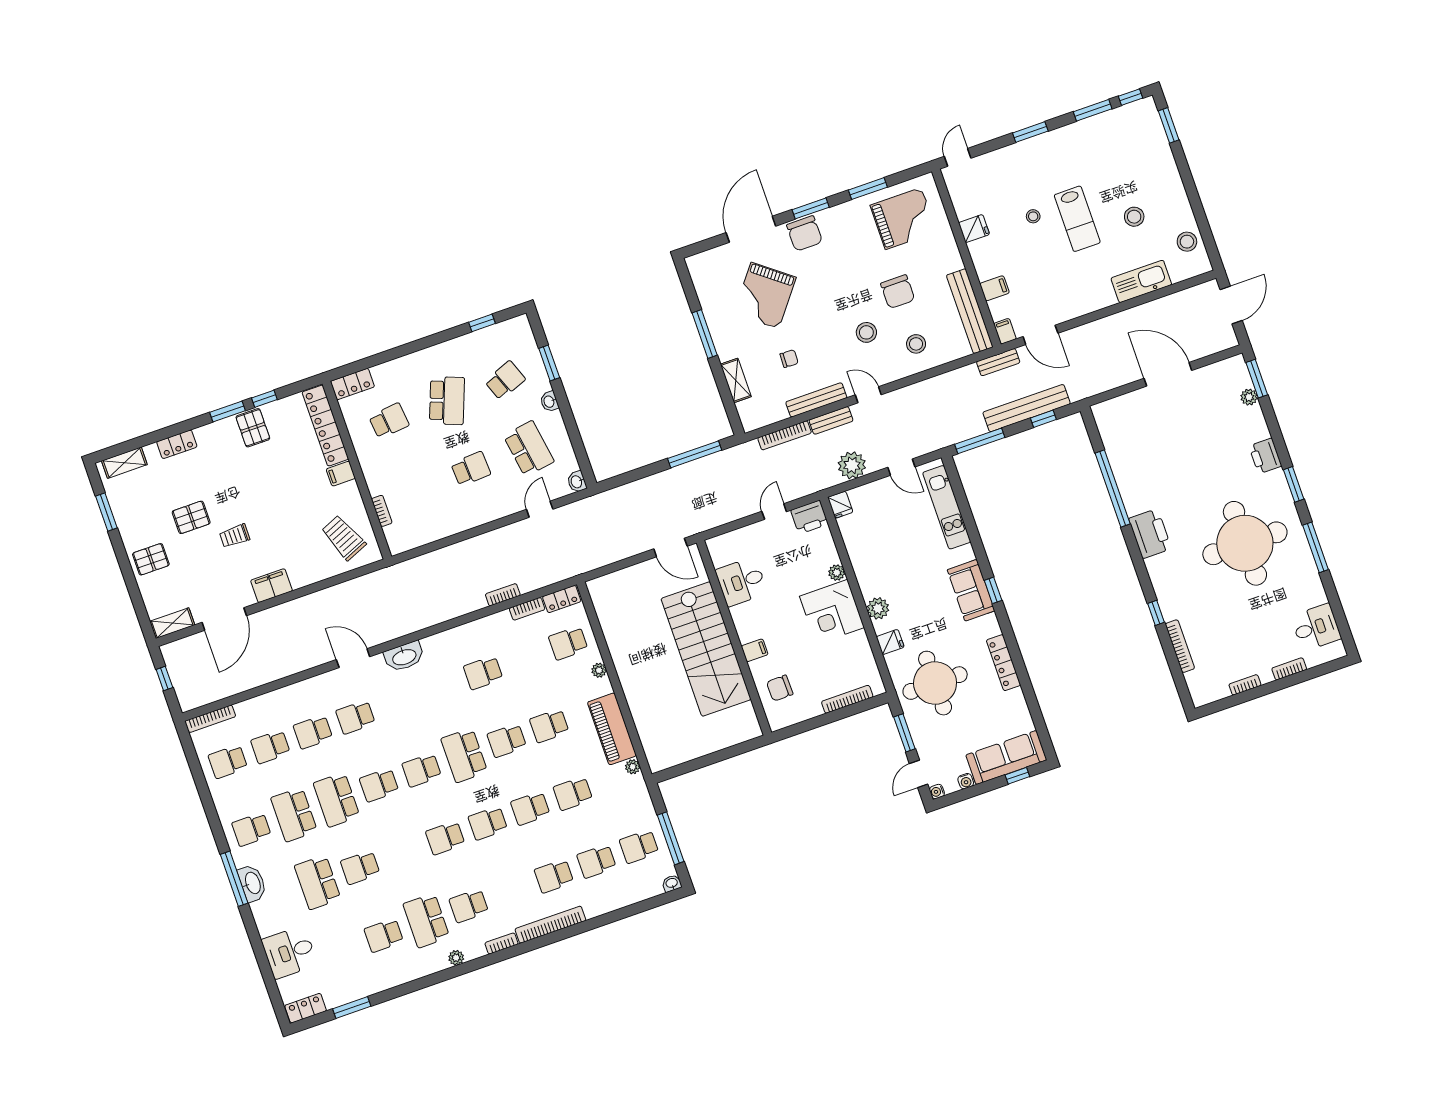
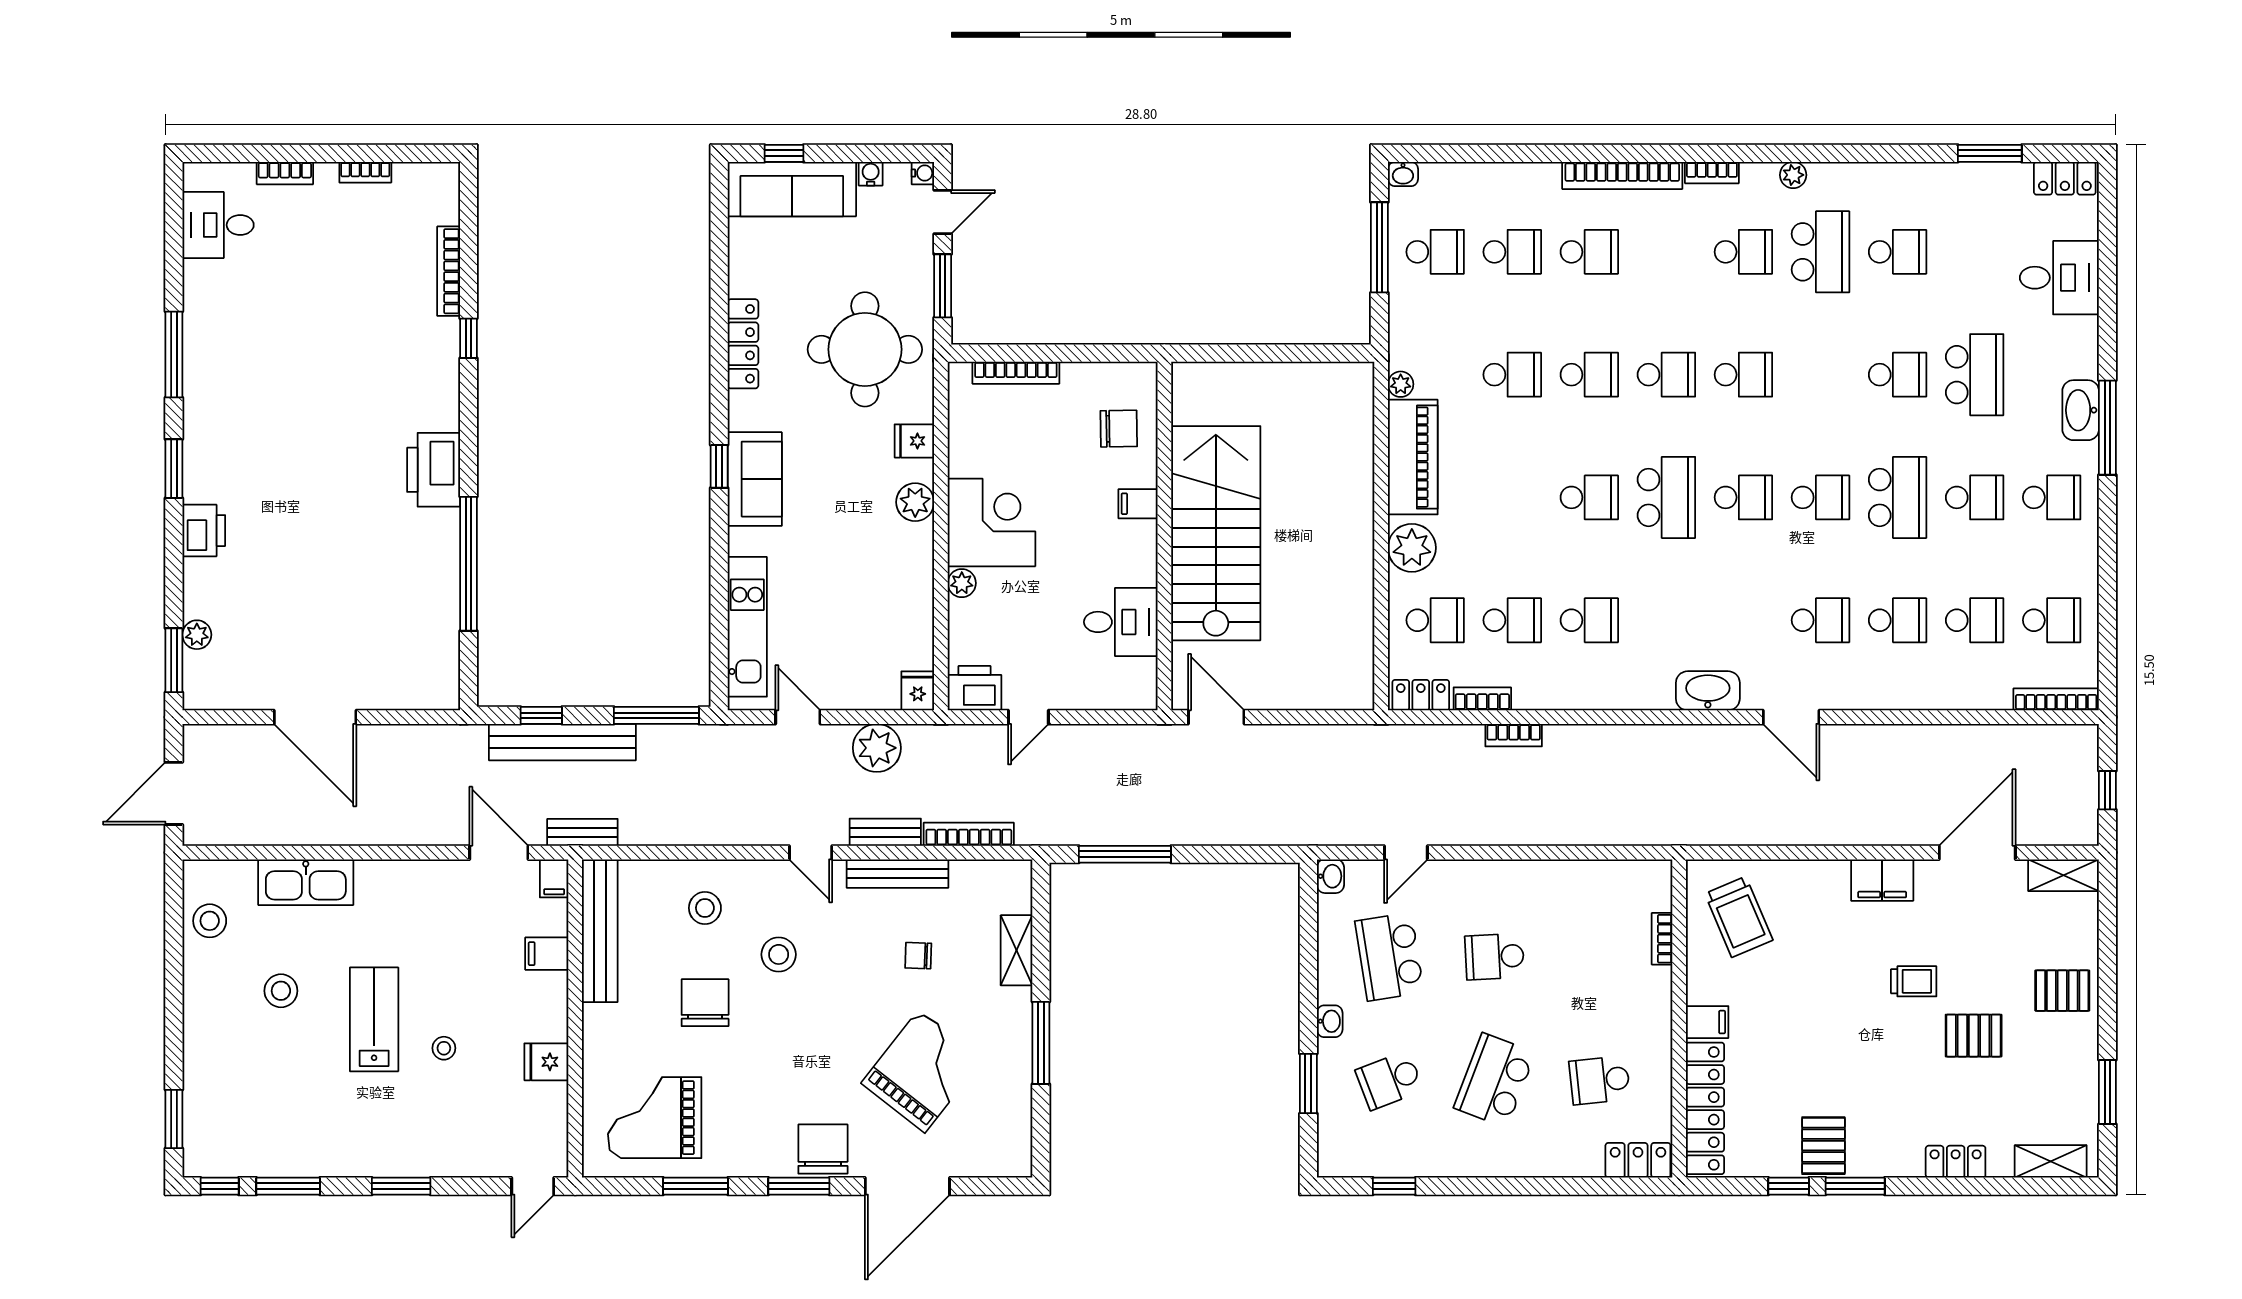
round table: (1245, 543) -> (286, 401), removed
plant: (599, 670) -> (1412, 548), width x1.87, depth x1.87
school desk: (549, 726) -> (1512, 620), moved
school desk: (294, 815) -> (1975, 497), width x0.54

